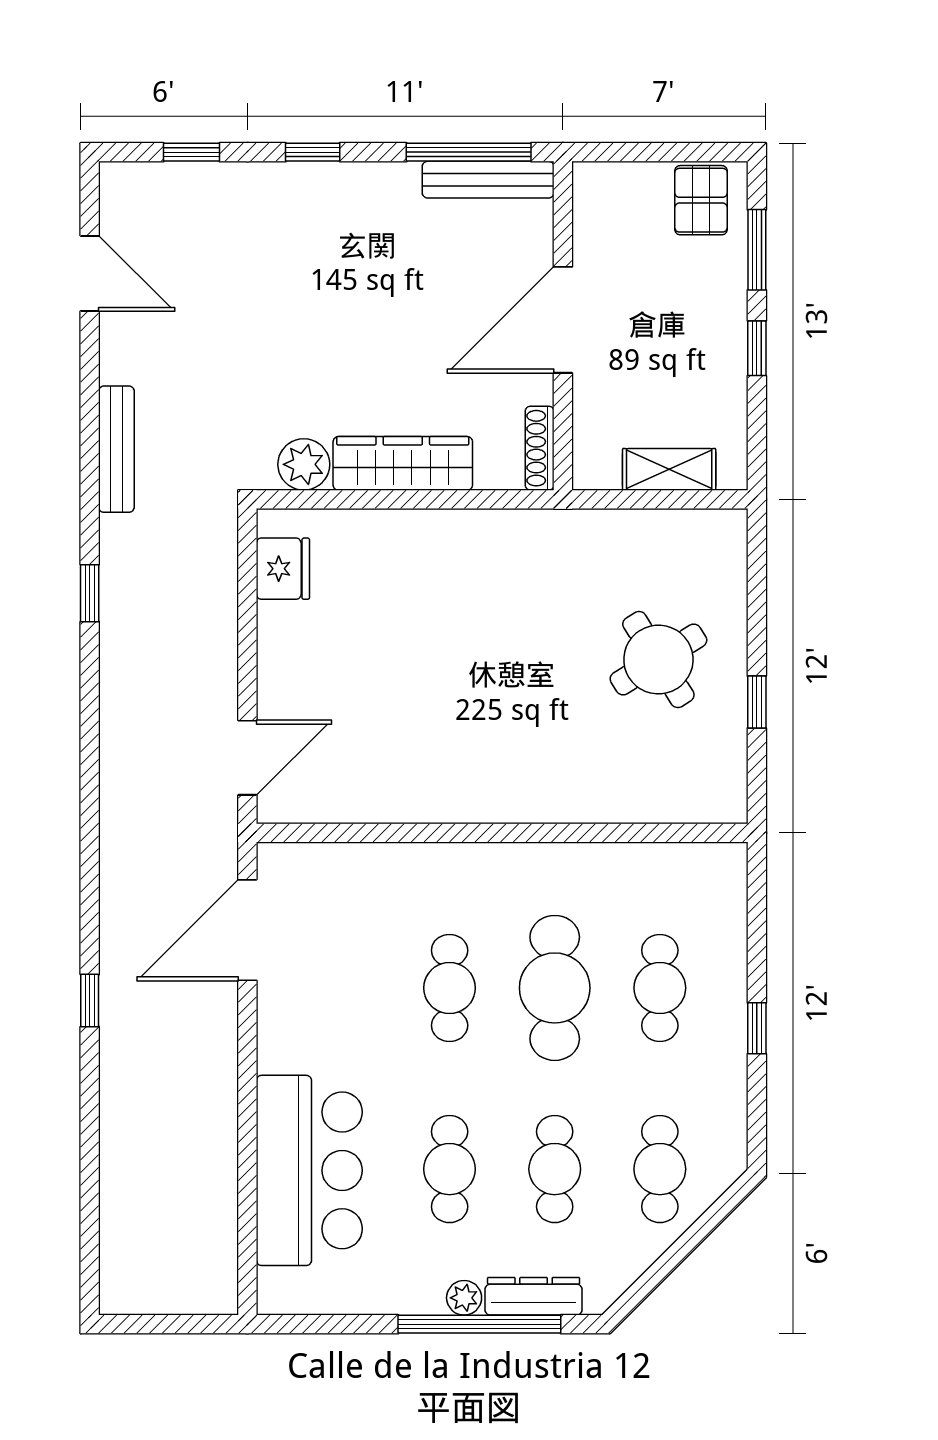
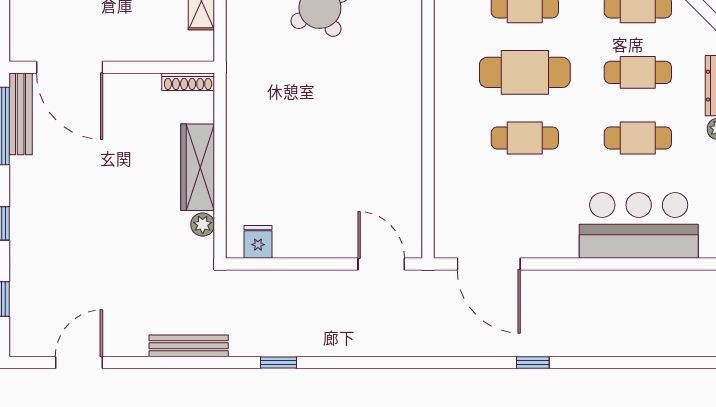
door: (563, 320) -> (70, 67), moved
plant: (304, 464) -> (203, 225), width x0.73, depth x0.73
fridge: (283, 569) -> (258, 242), width x0.72

